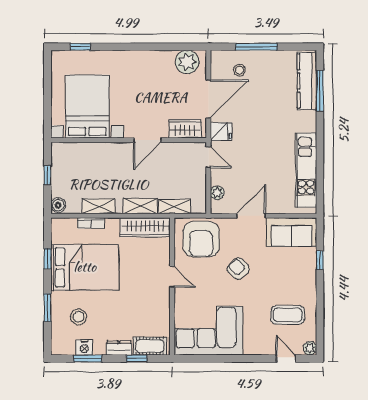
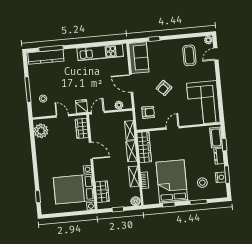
door: (208, 99) -> (62, 116), width x0.53
wardrobe: (79, 152) -> (102, 192), added
armchair: (201, 239) -> (148, 112), width x0.53, depth x0.53

